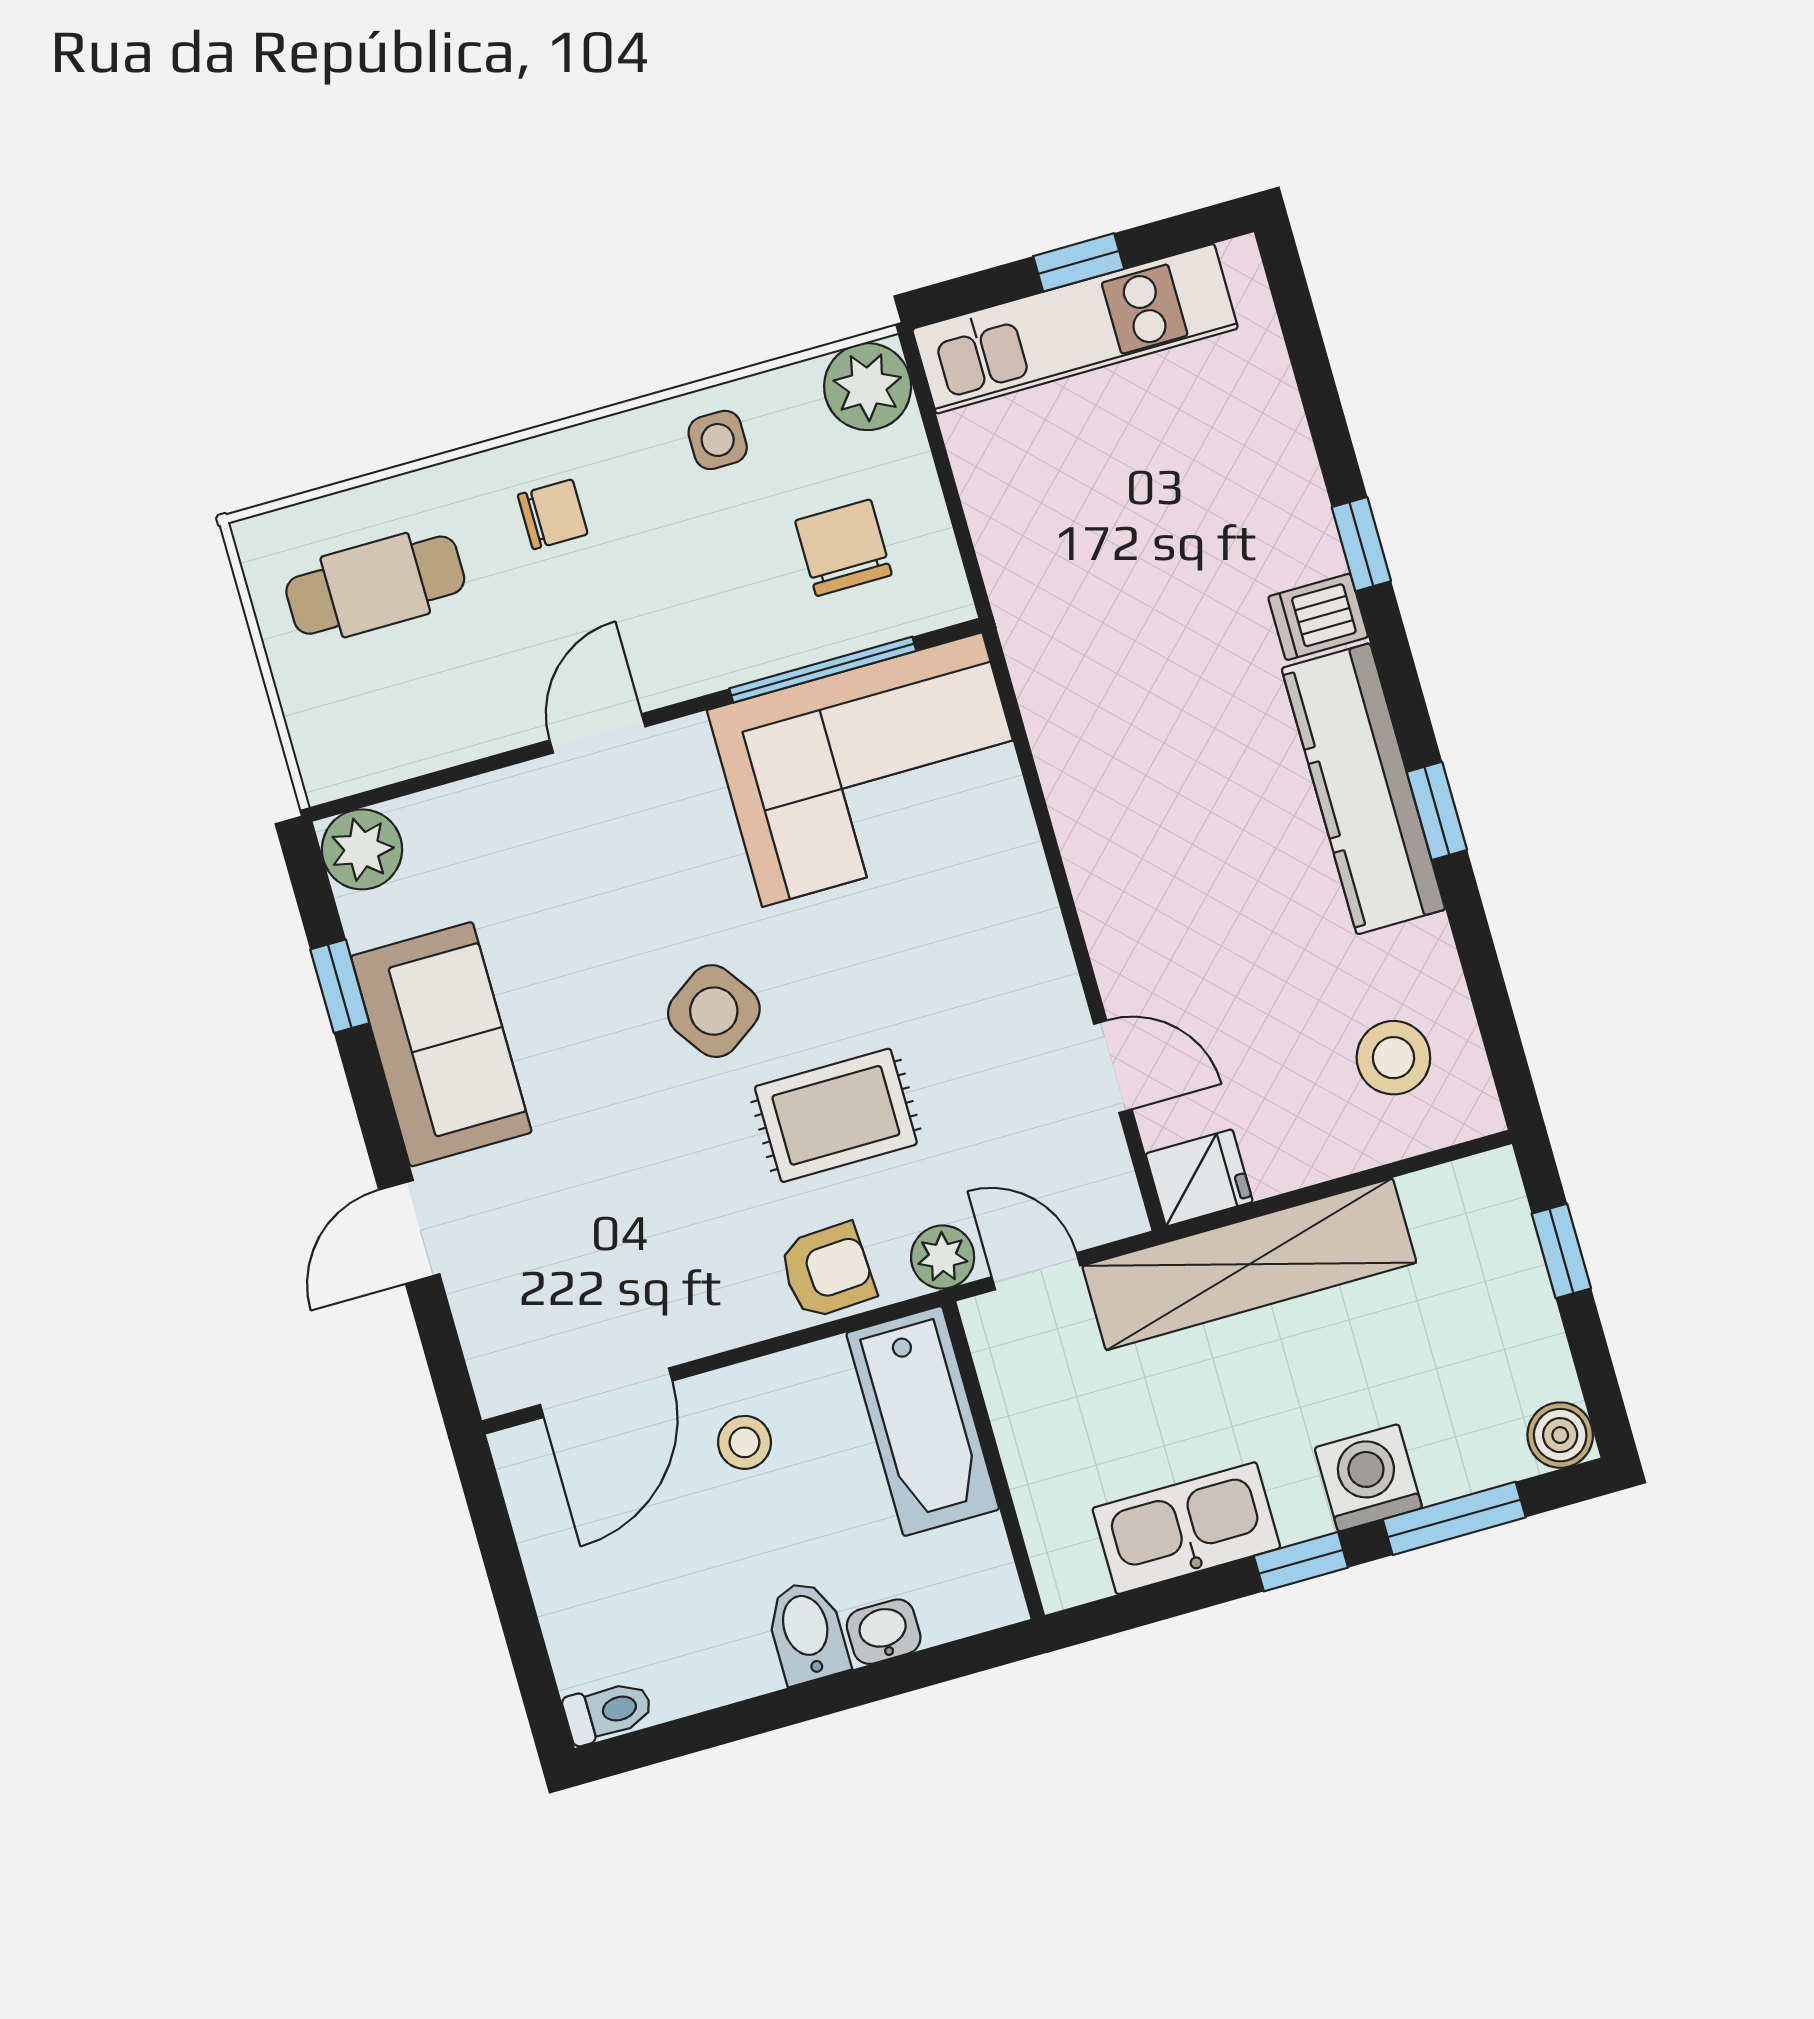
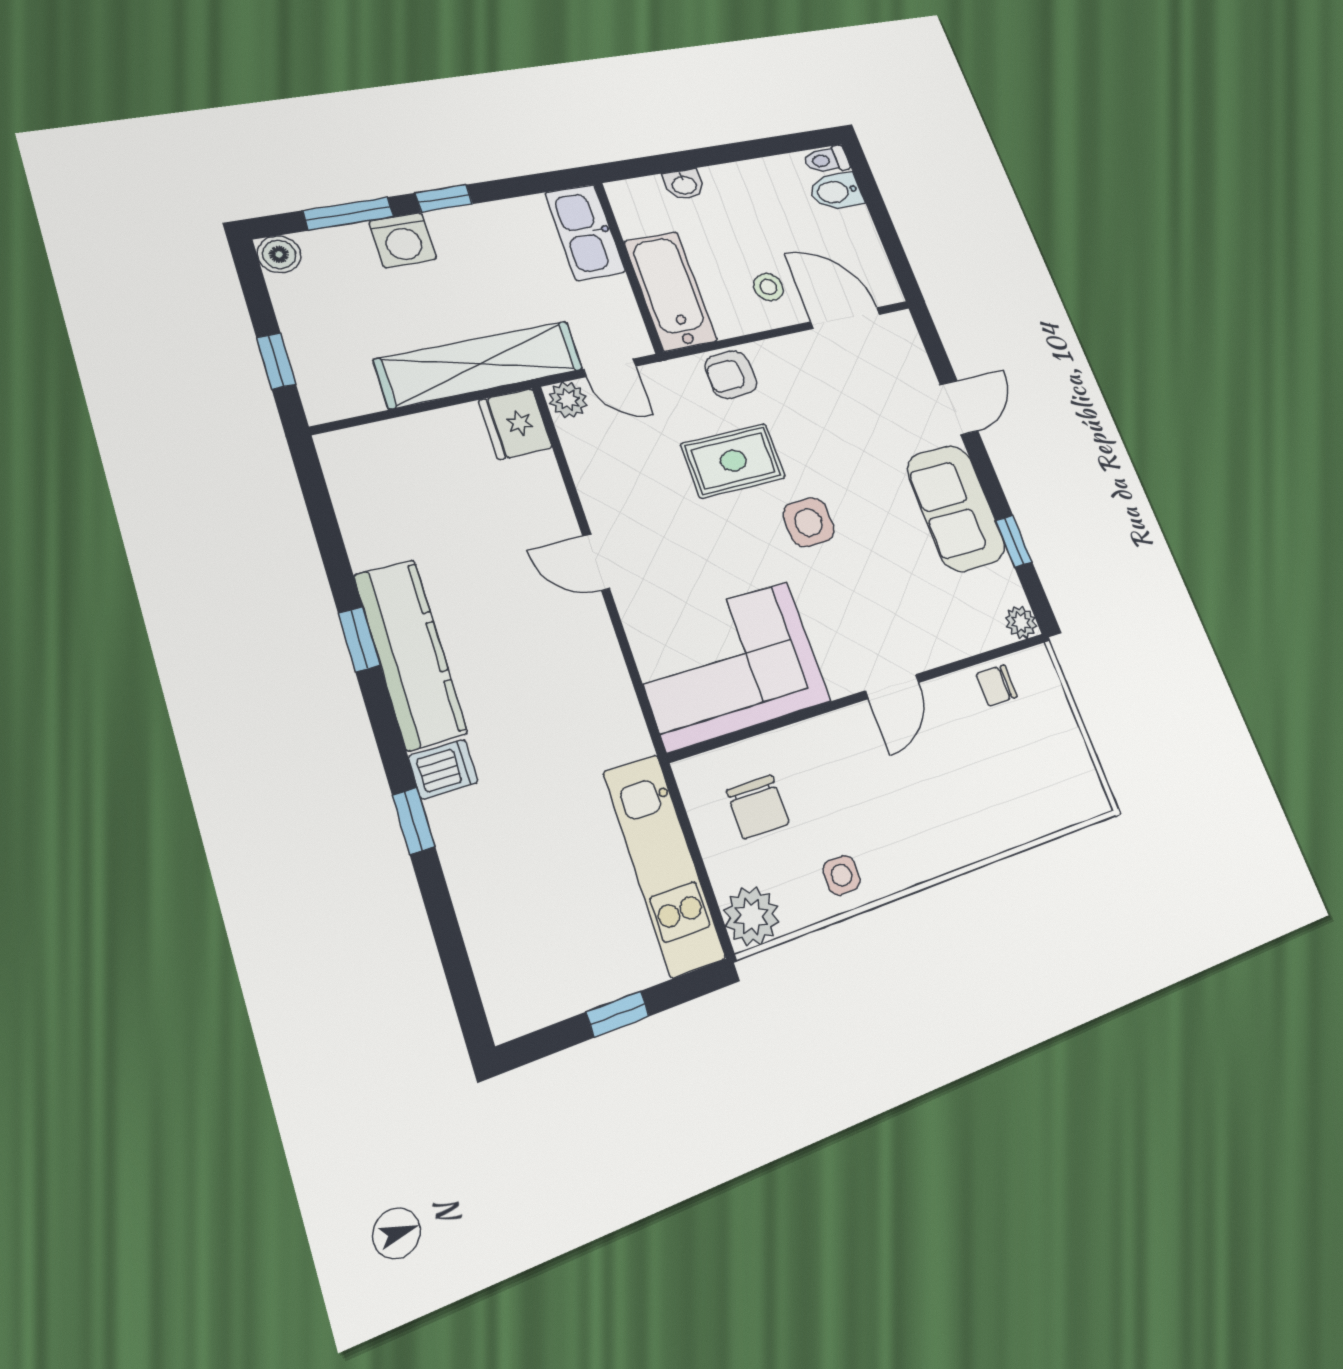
kitchen unit: (1075, 329) -> (664, 864), moved, turned -90
chair: (553, 514) -> (997, 685), moved
cafe table: (375, 585) -> (1028, 775), removed
window: (823, 670) -> (764, 728), removed
plant: (362, 849) -> (1021, 622), width x0.73, depth x0.73
side table: (714, 1011) -> (809, 522), turned 35
stool: (1393, 1058) -> (388, 482), removed
door: (1113, 1067) -> (596, 562), moved
fridge: (1199, 1178) -> (515, 424), width x1.38
plant: (943, 1257) -> (568, 400), moved
door: (606, 1393) -> (845, 318), hinge flipped
kitchen sink: (1186, 1528) -> (585, 232), moved, turned 90
bidet: (807, 1632) -> (836, 191), moved, turned 90

